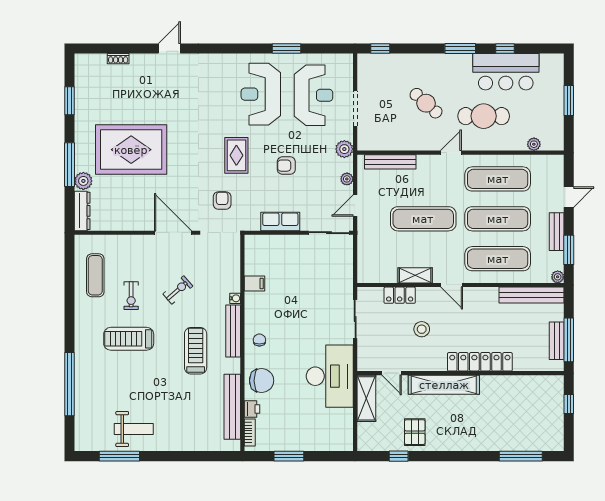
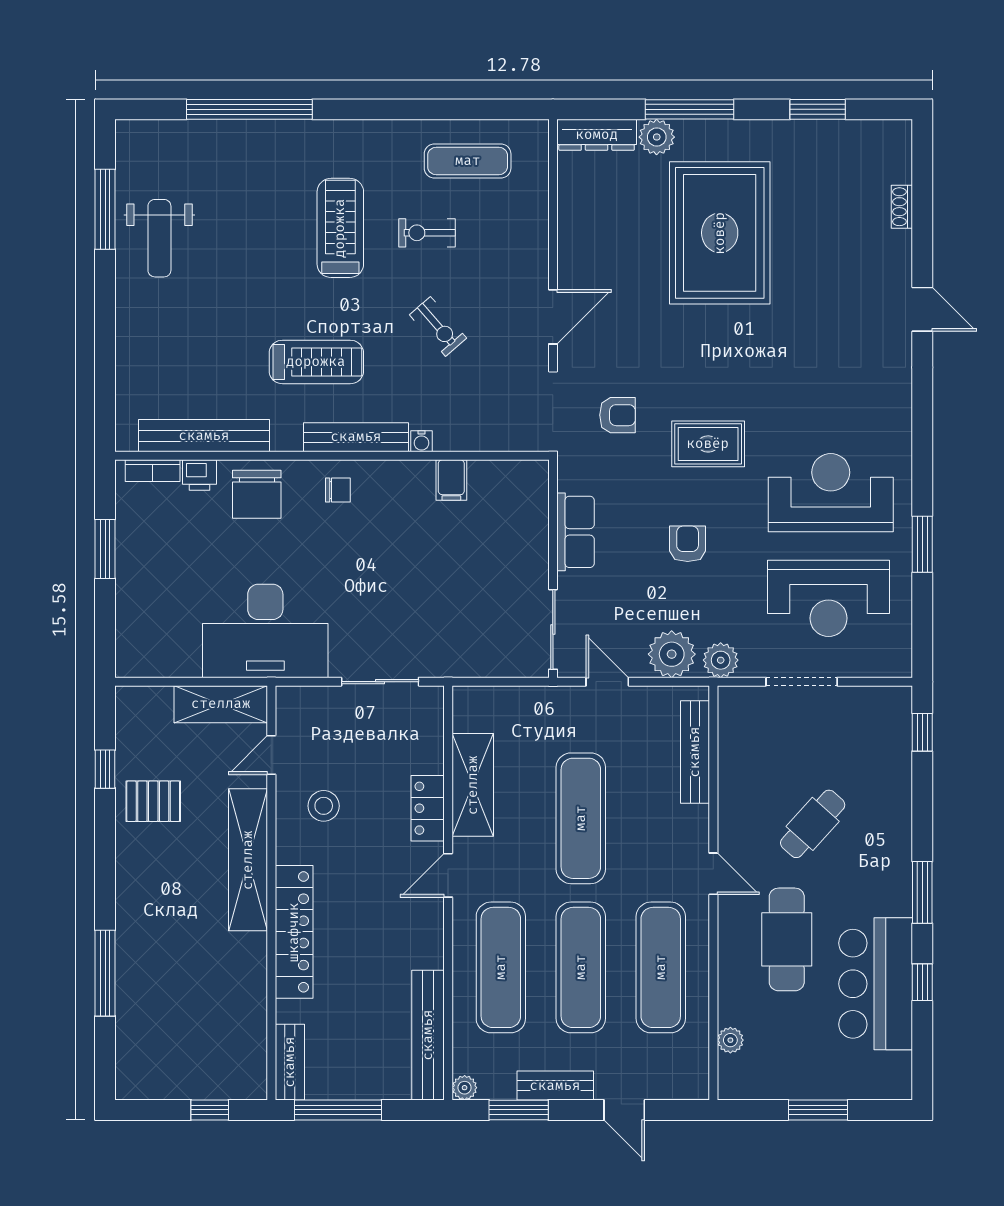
plant: (347, 179) -> (672, 654), width x1.88, depth x1.88
door: (173, 233) -> (553, 317), width x0.73
shelving: (415, 275) -> (473, 785), width x1.50, depth x1.33
locker: (400, 295) -> (428, 808), moved
stool: (422, 329) -> (324, 806), moved
bench: (557, 341) -> (290, 1062), moved, turned 90
window: (521, 456) -> (105, 973), moved

